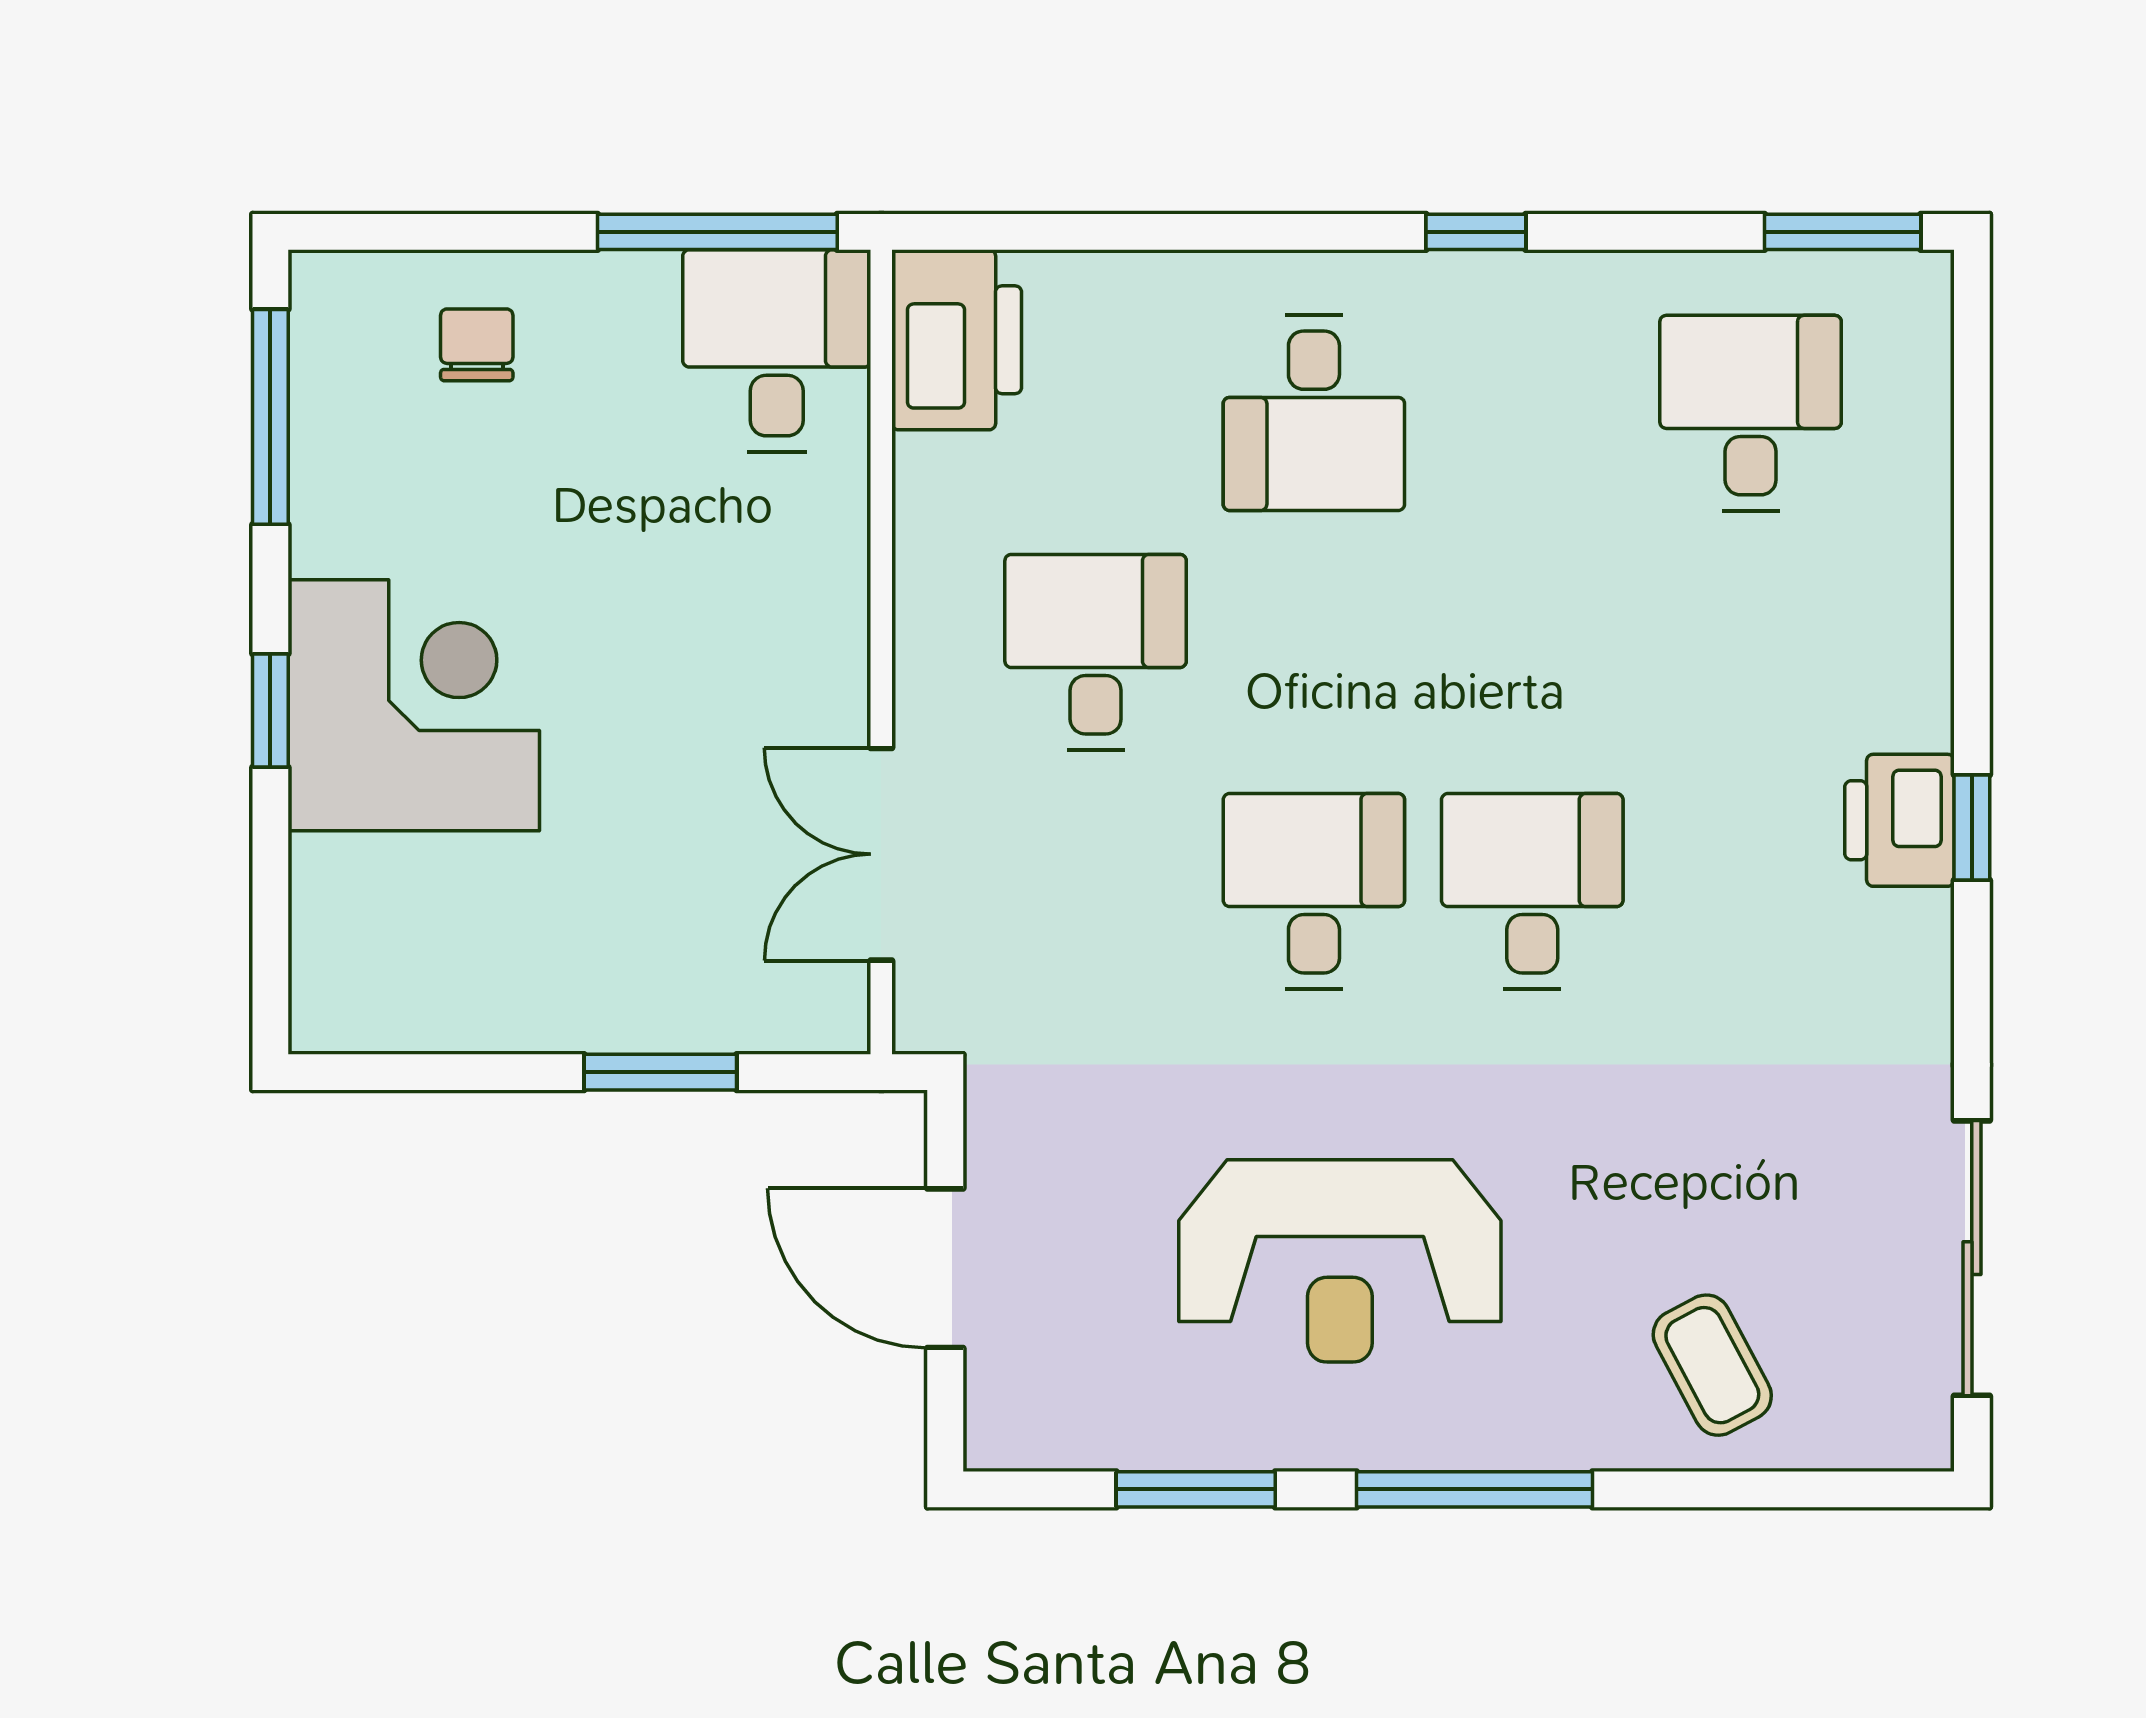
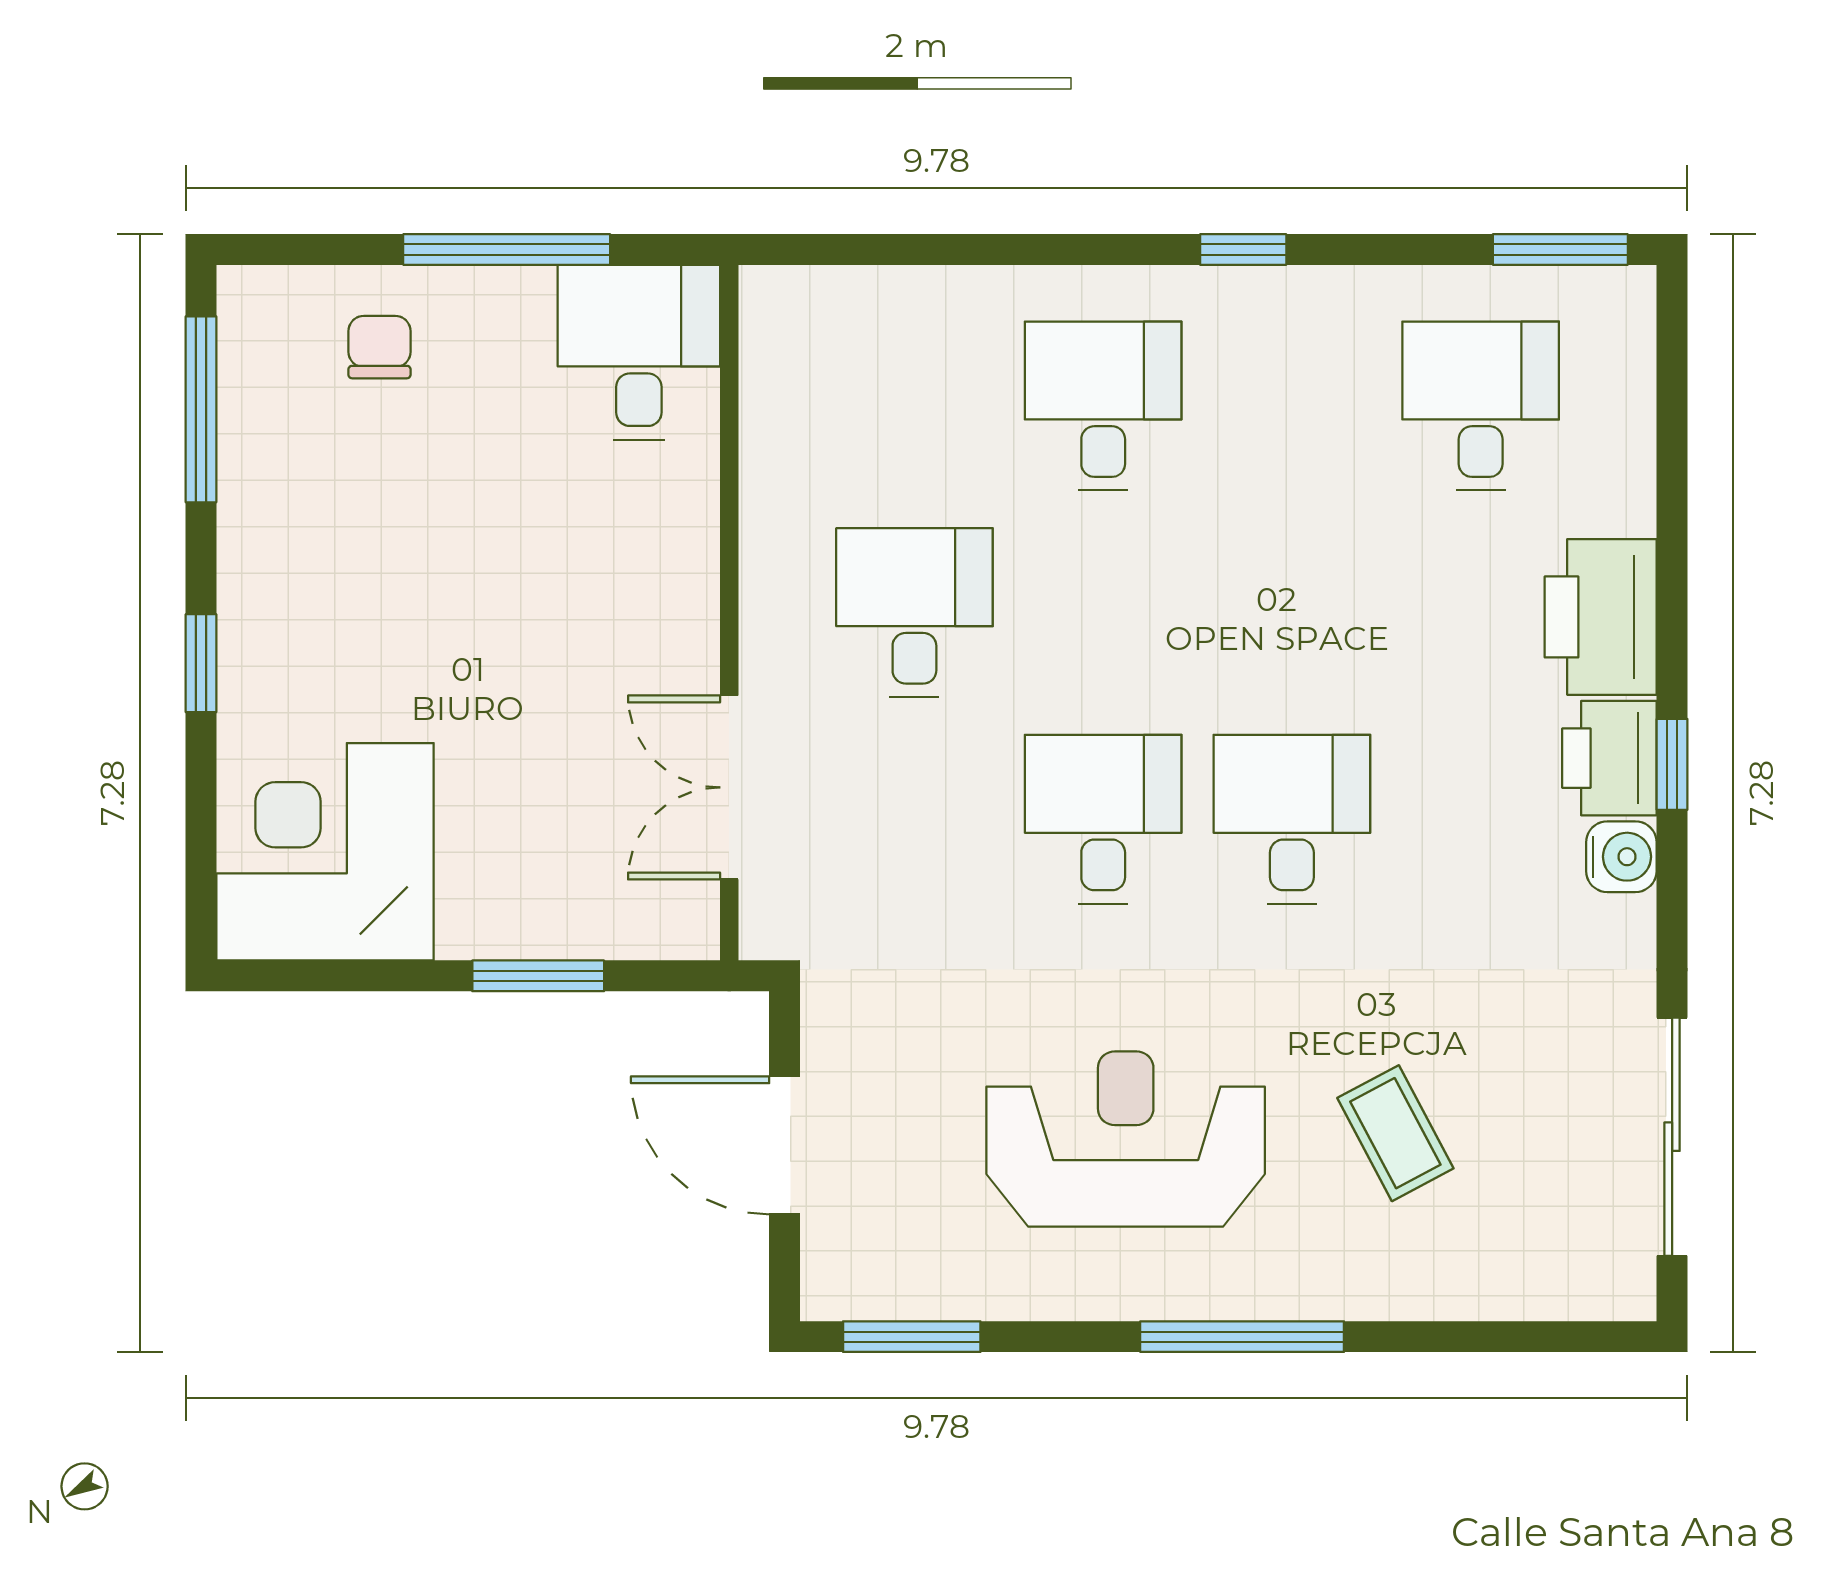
window: (717, 232) -> (507, 249), moved
printer: (957, 340) -> (1601, 617), moved, turned 180
desk: (1314, 413) -> (1103, 406), turned 180
corner desk: (414, 705) -> (325, 852), moved, turned -90
water cooler: (1913, 934) -> (1621, 857), added
reception desk: (1340, 1261) -> (1126, 1139), turned 180
coffee table: (1712, 1365) -> (1395, 1133), moved
window: (1196, 1489) -> (912, 1337), moved

